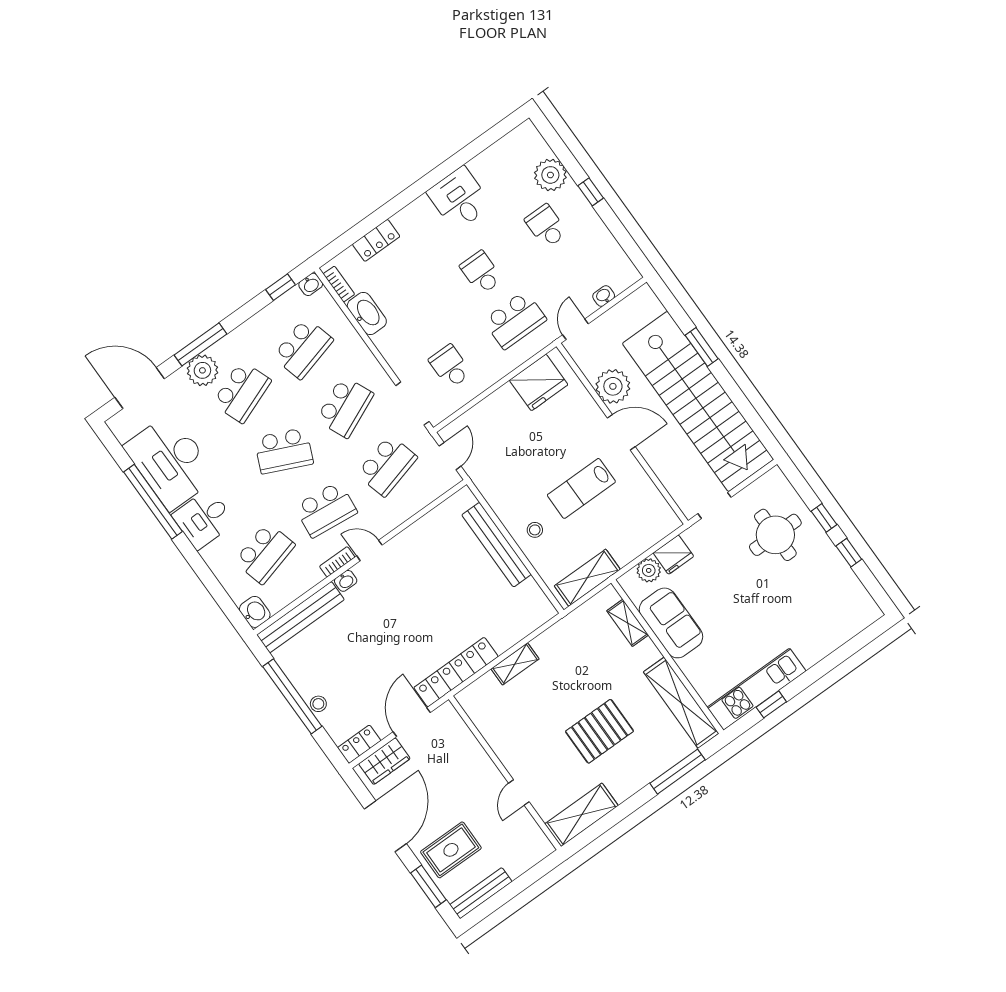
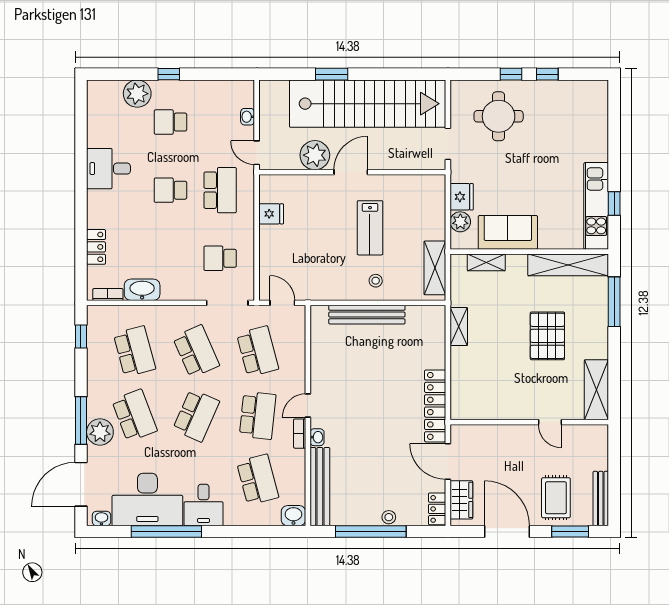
washbasin: (311, 284) -> (101, 518), moved, turned -90
fridge: (539, 382) -> (271, 214), width x0.53, depth x0.75
shelving: (515, 664) -> (459, 326), moved

